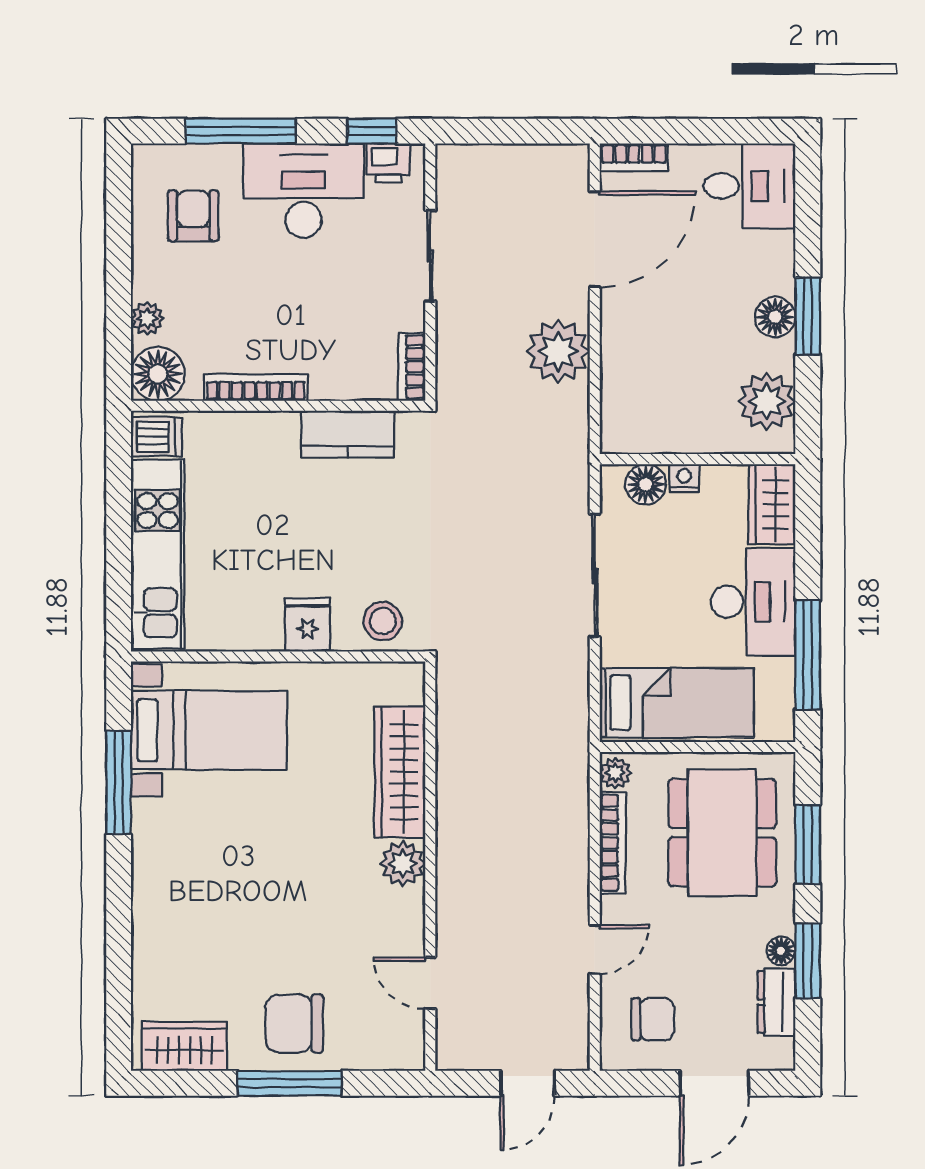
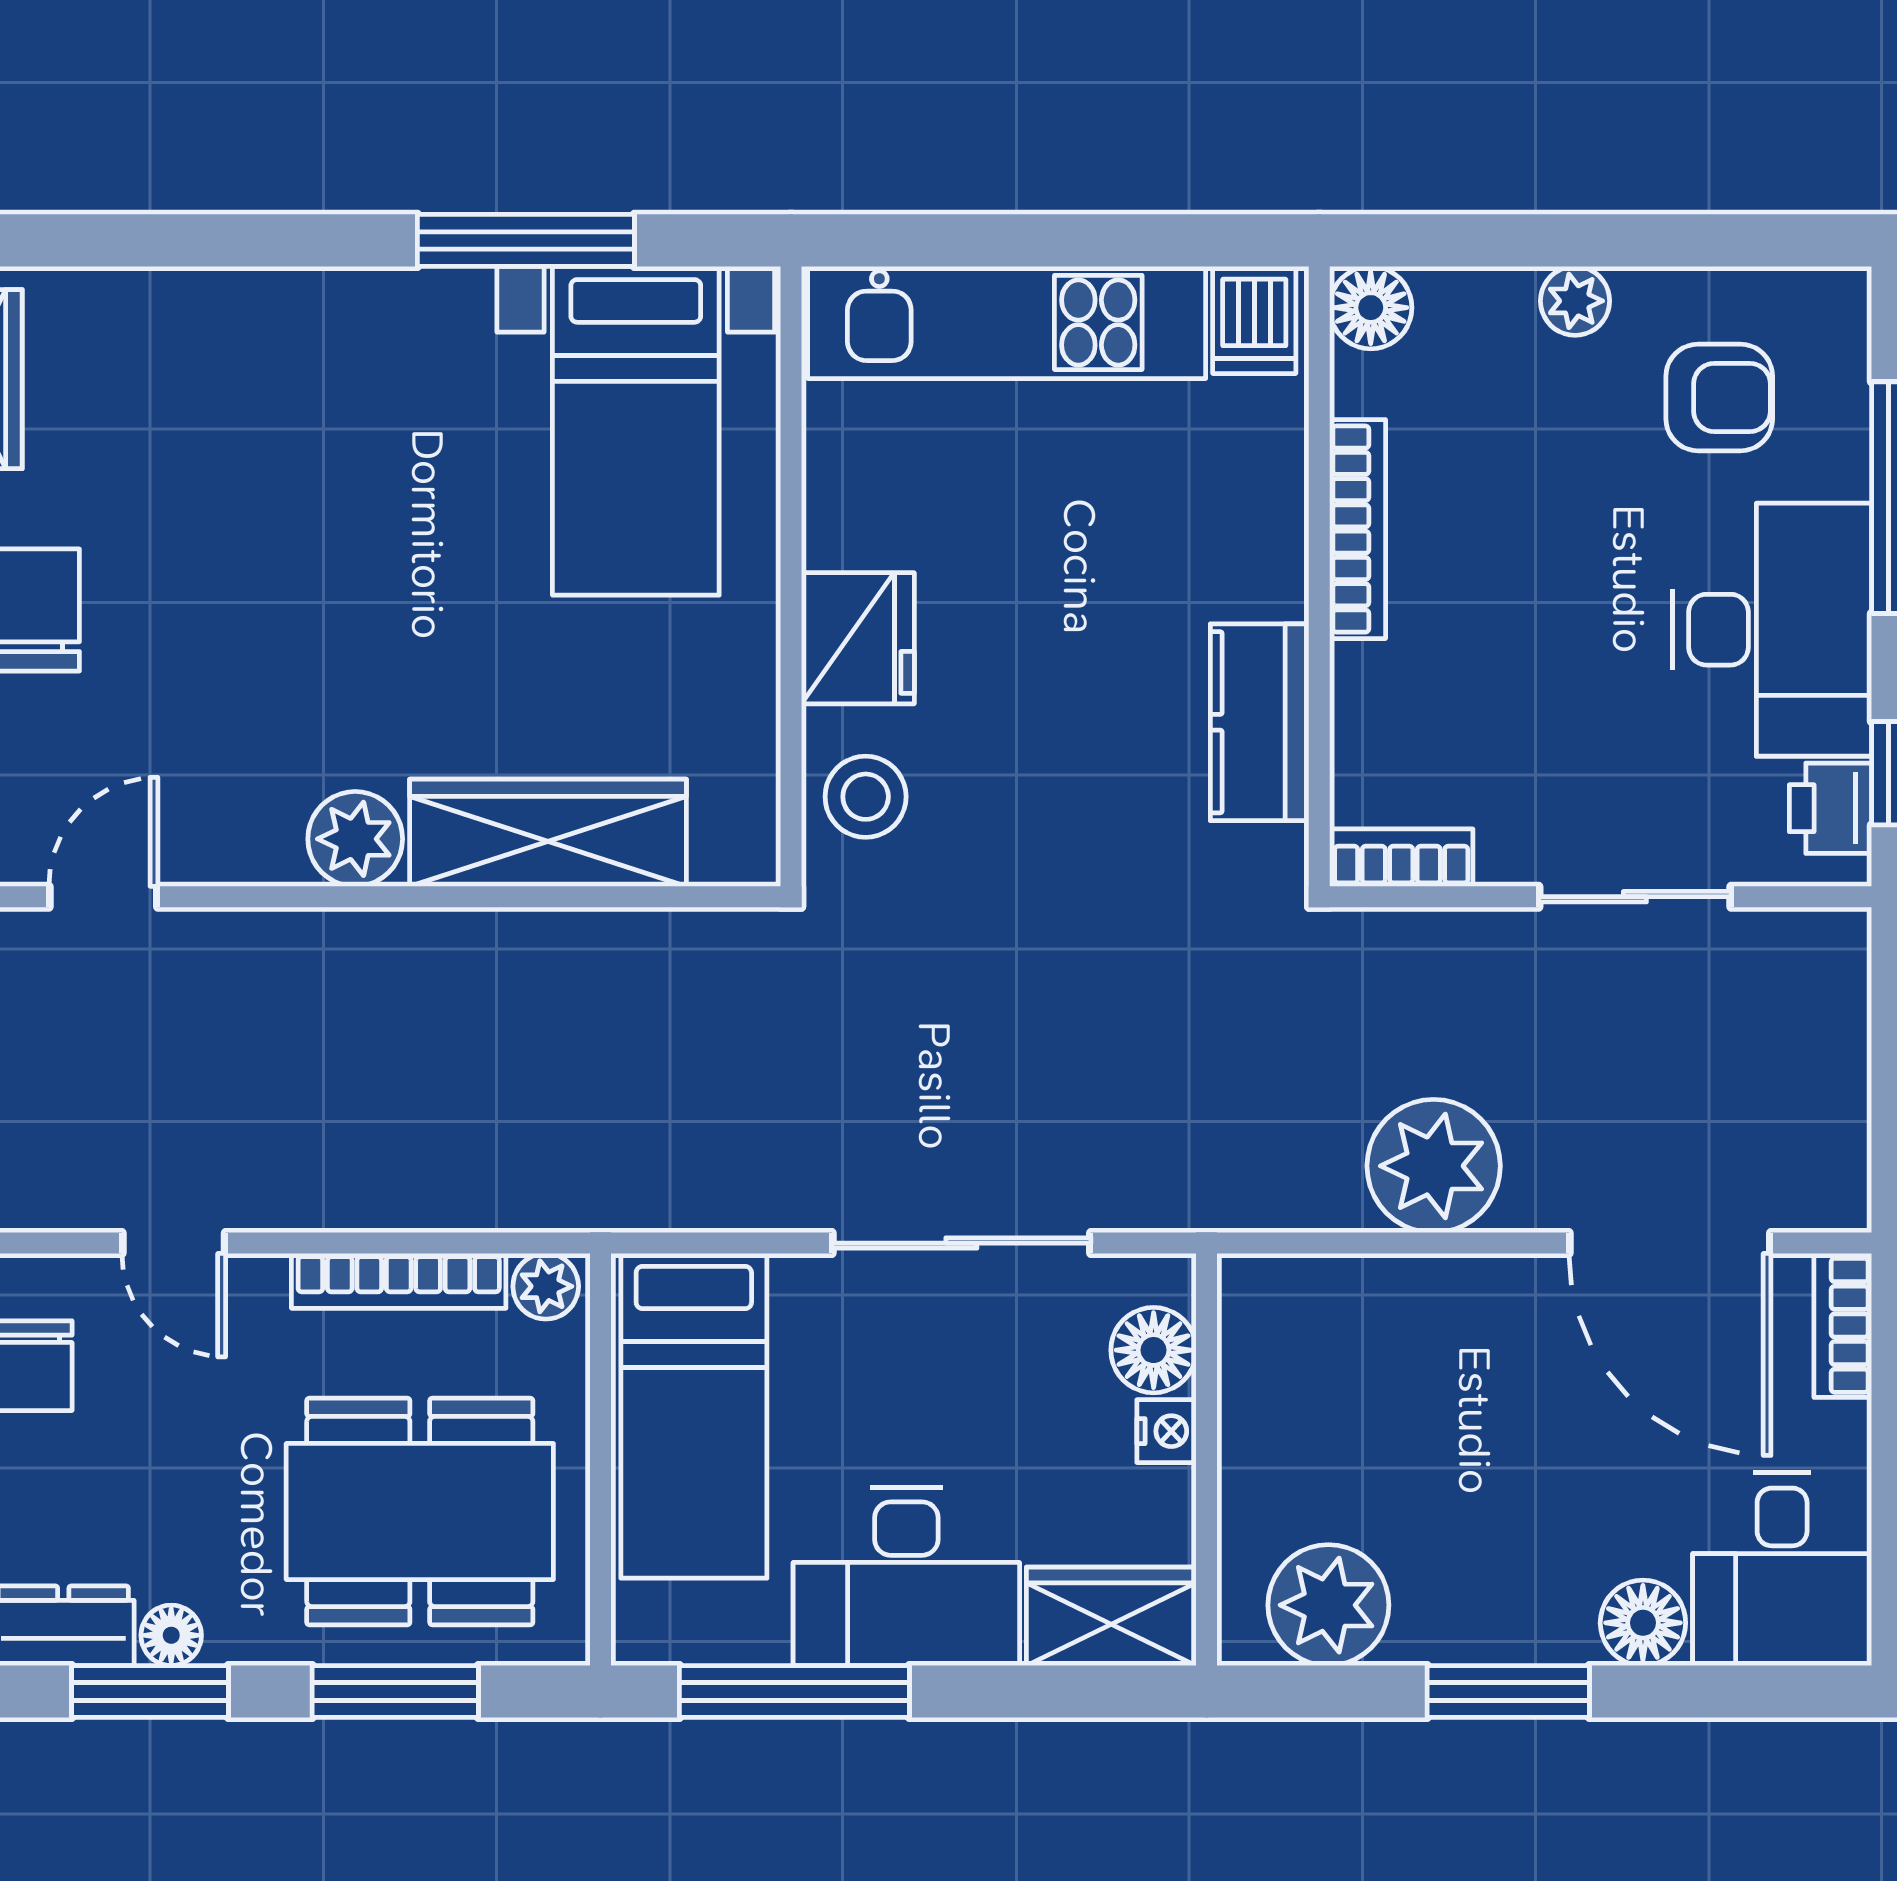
floor lamp: (775, 317) -> (1643, 1623), moved
plant: (147, 318) -> (1575, 301), moved
floor lamp: (158, 374) -> (1371, 308), width x0.73, depth x0.73
fridge: (308, 625) -> (858, 638), width x1.38

